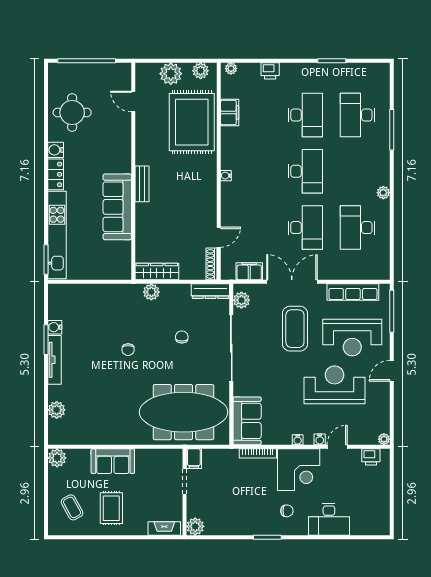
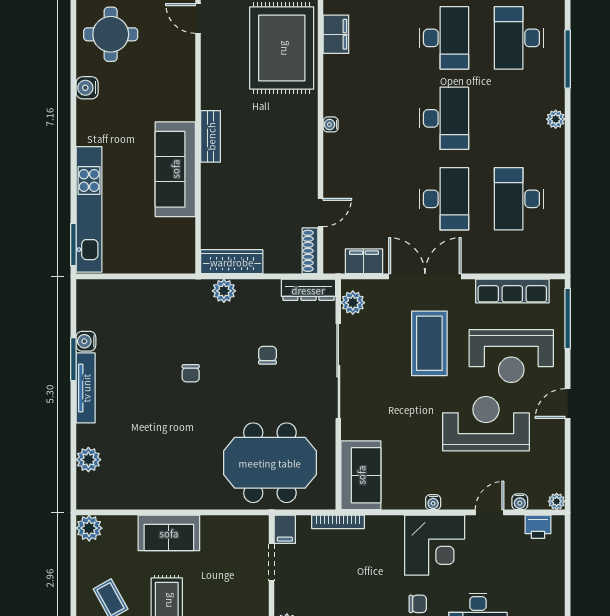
locker: (56, 174) -> (87, 123), removed
plant: (383, 193) -> (556, 119), moved
meeting table: (183, 412) -> (270, 463), width x0.73
water cooler: (320, 439) -> (520, 502), moved
bookcase: (258, 453) -> (338, 522), moved

